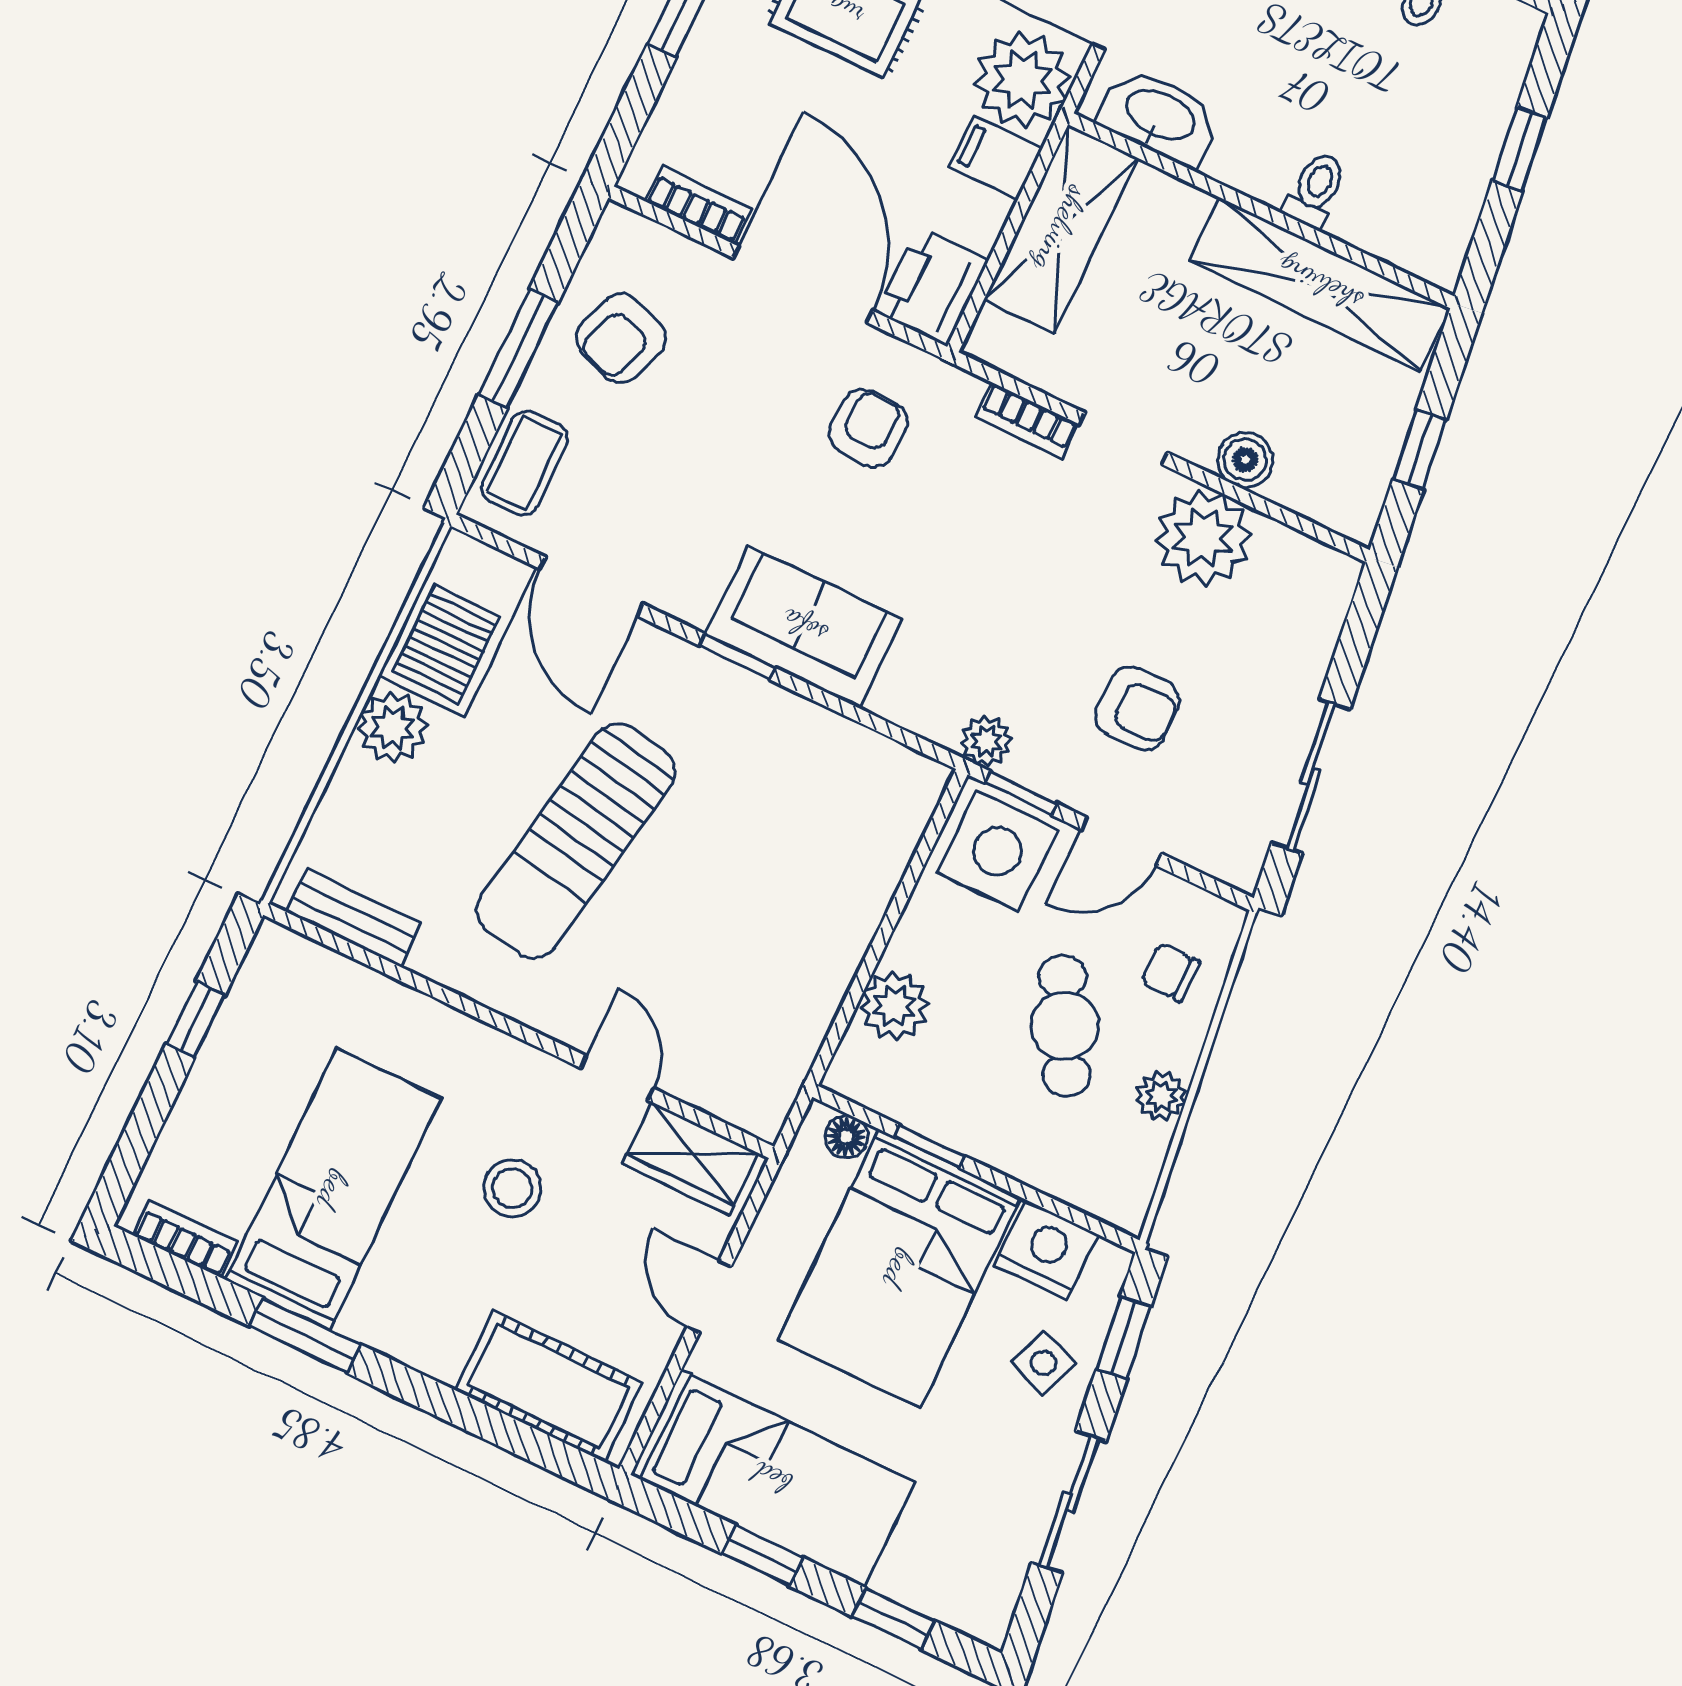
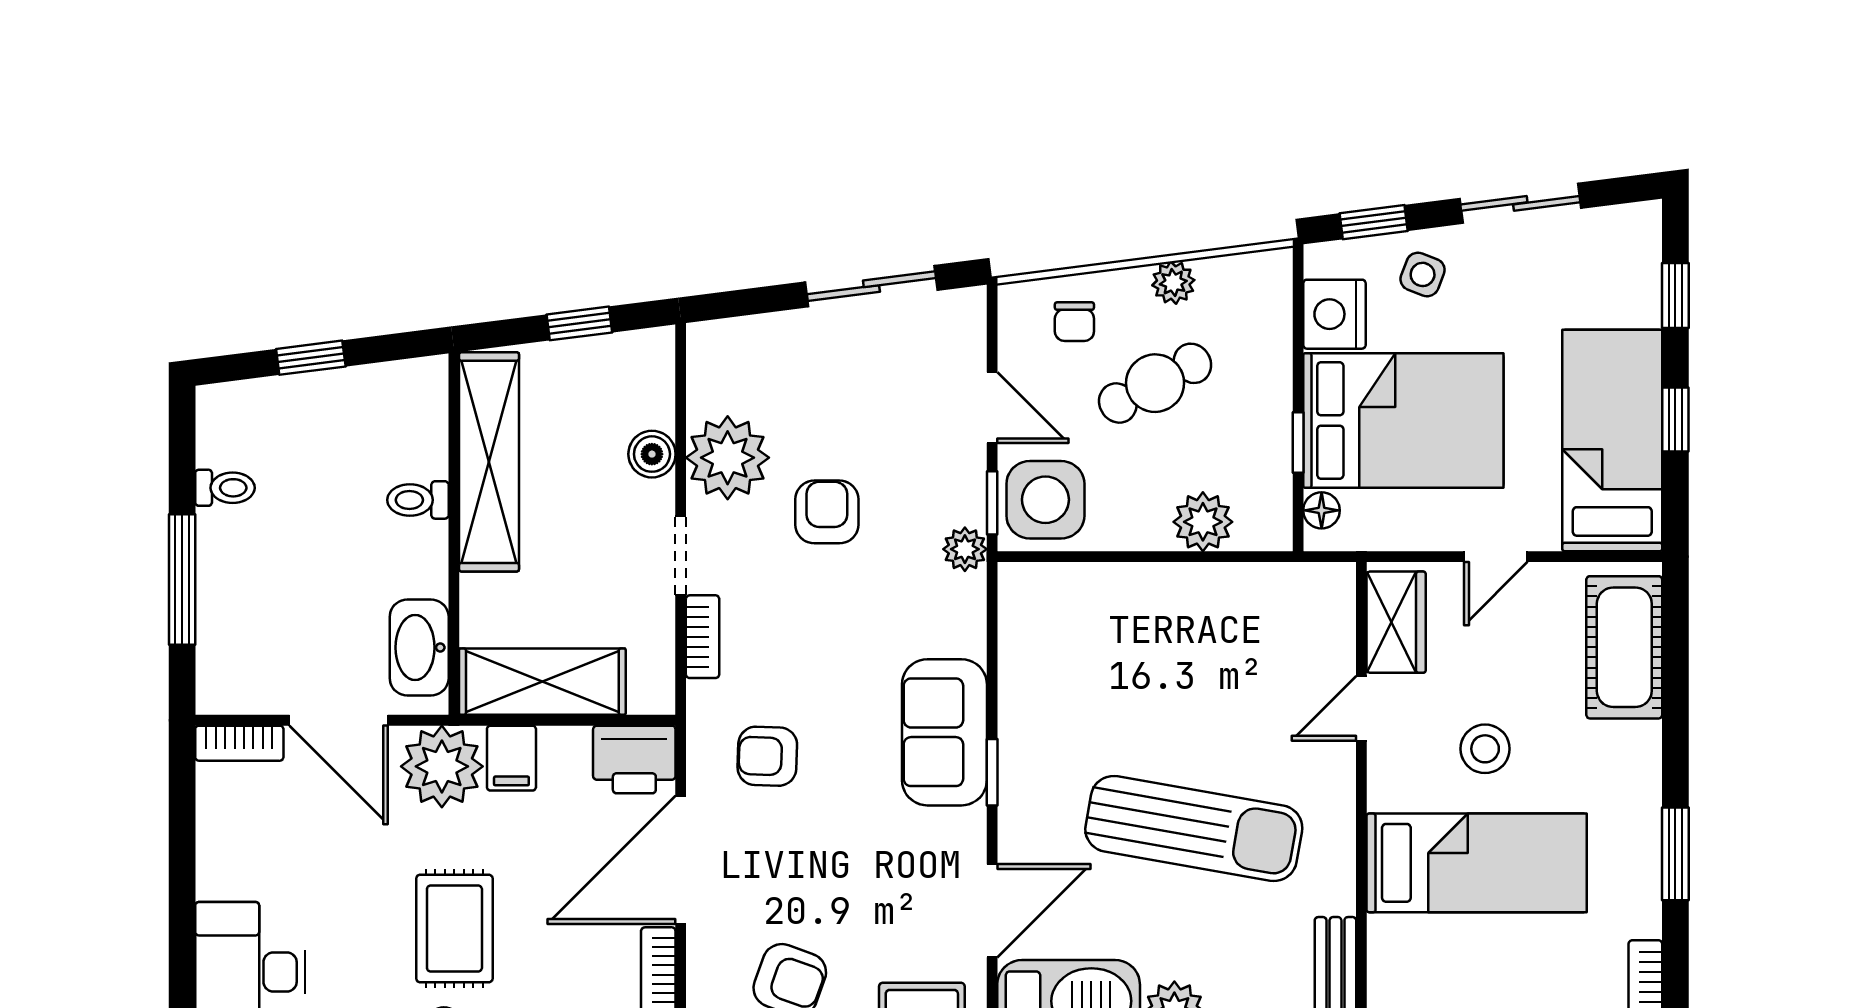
armchair: (1137, 709) -> (827, 512), moved
bed: (333, 1189) -> (1477, 863), moved, turned 180

